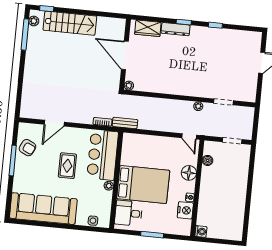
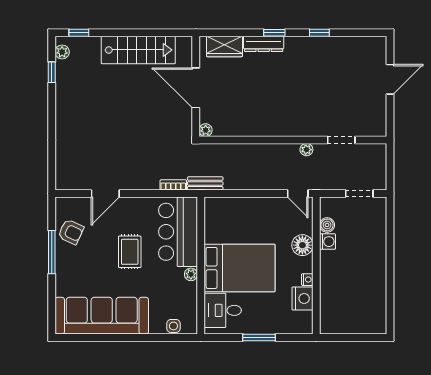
stairs: (70, 23) -> (138, 50), moved
window: (25, 35) -> (52, 72), width x0.46
washing machine: (201, 232) -> (328, 242), moved

